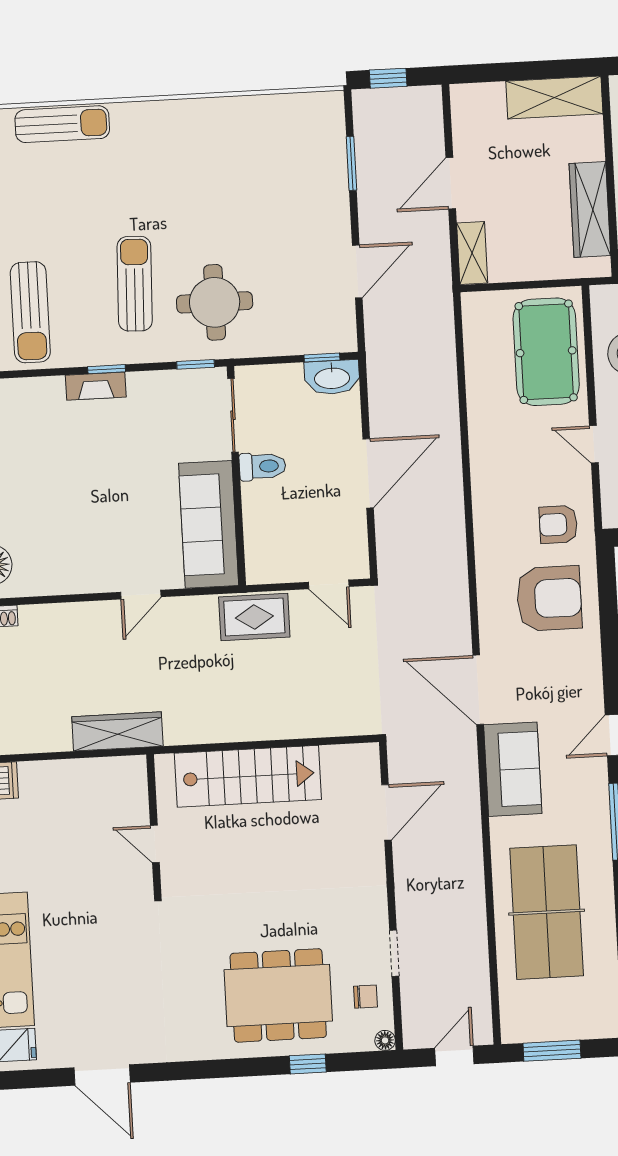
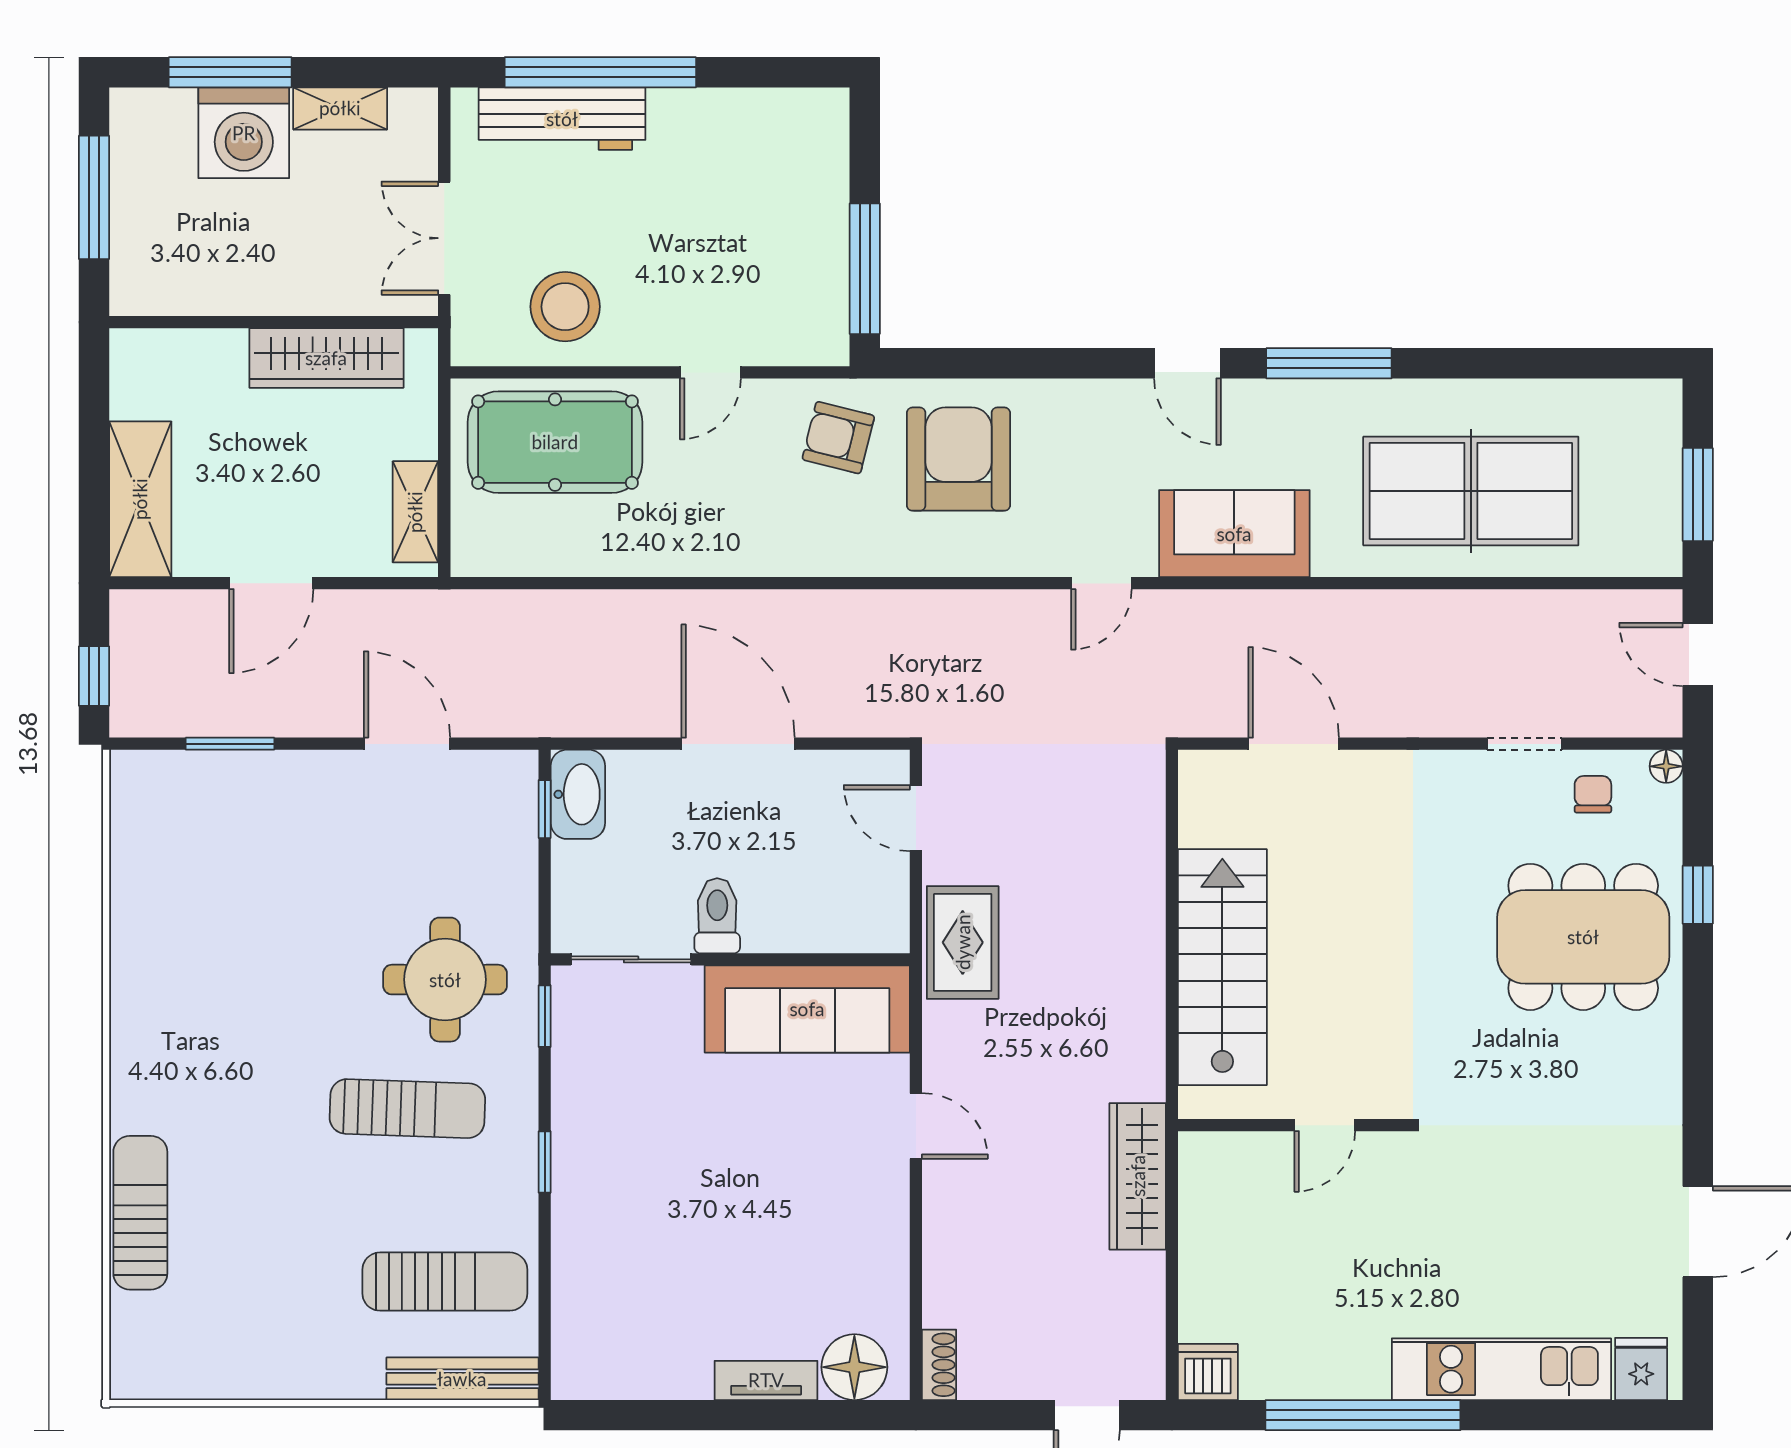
shelving: (554, 97) -> (140, 499), moved
door: (451, 183) -> (271, 583), hinge flipped
shelving: (472, 253) -> (415, 512), moved, turned 90
sun lounger: (135, 284) -> (407, 1109), turned 180
fireplace: (96, 386) -> (571, 1181), removed
armchair: (558, 524) -> (838, 438), turned 104
door: (329, 584) -> (916, 818), swing flipped
door: (478, 690) -> (1101, 583), width x0.53
dining table: (278, 995) -> (1583, 937), turned 90

